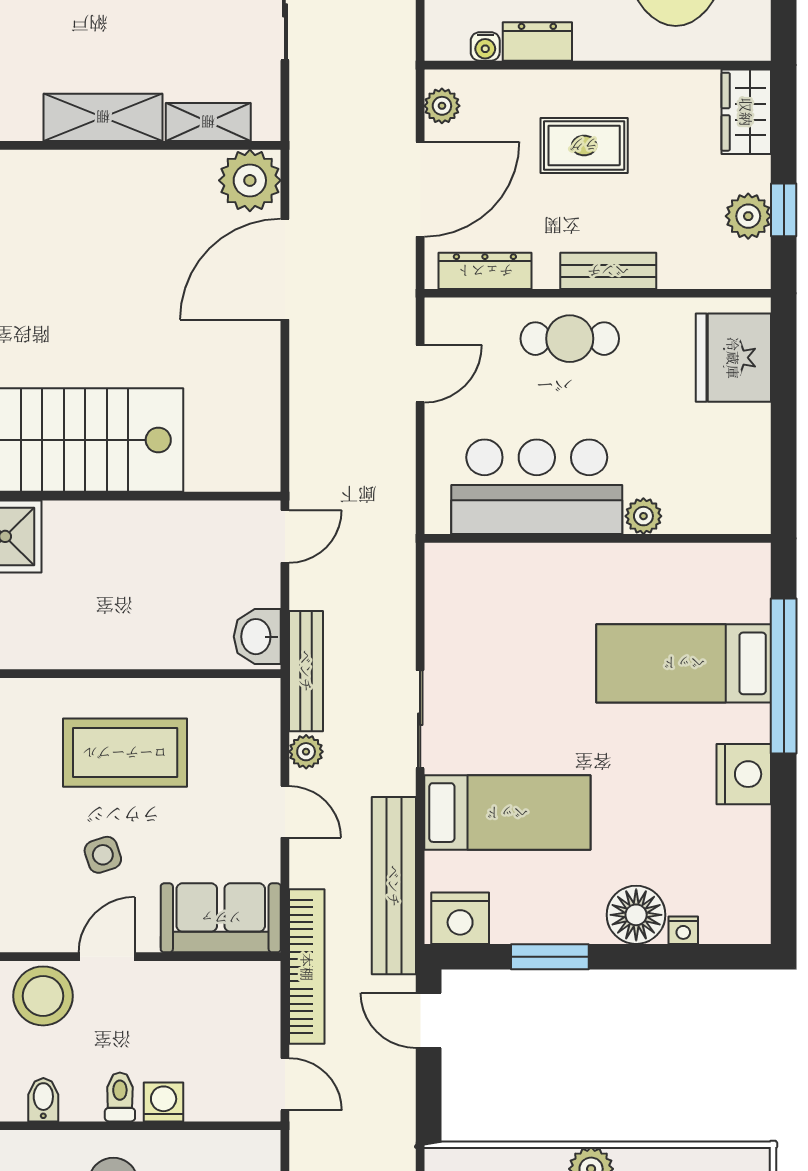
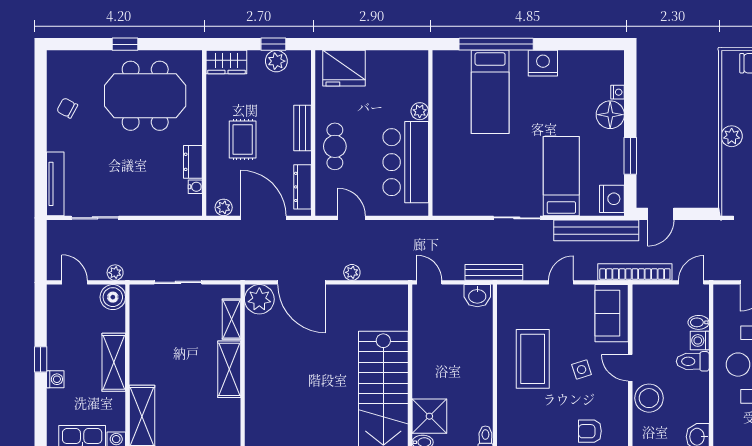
plant: (306, 752) -> (352, 272), moved
toilet: (120, 1097) -> (693, 361), width x1.37, depth x1.39
bidet: (43, 1100) -> (699, 322), moved

